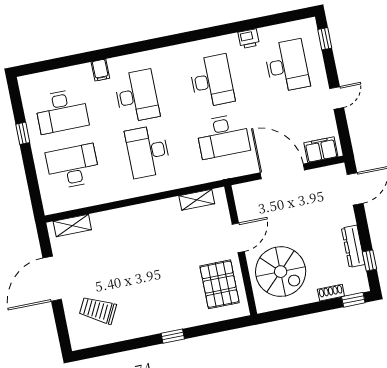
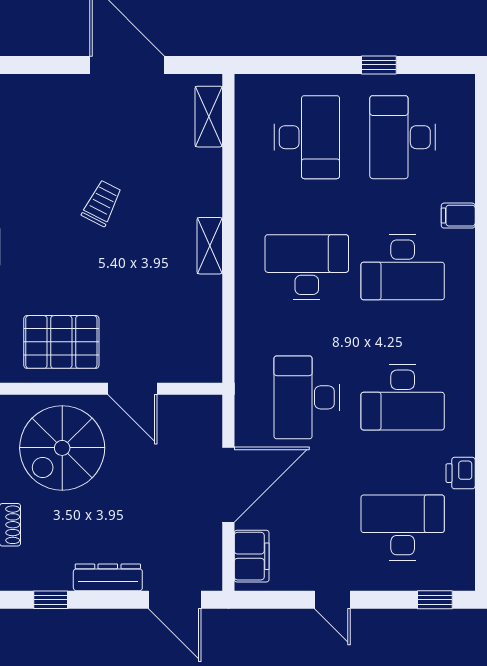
desk: (287, 66) -> (403, 527), turned 180
shelving: (197, 200) -> (210, 246), moved
dresser: (353, 246) -> (108, 577), moved
trolley: (98, 310) -> (102, 203), moved, width x0.73, depth x0.72

